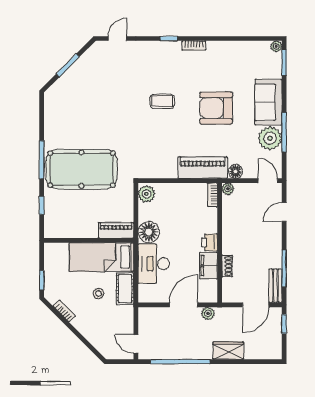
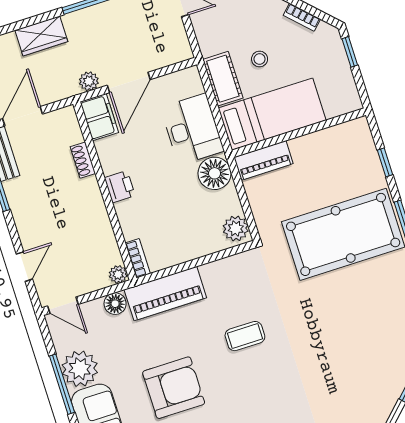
coffee table: (162, 101) -> (245, 336), moved
filing cabinet: (209, 266) -> (99, 117), moved

